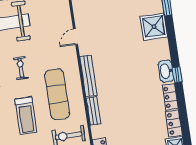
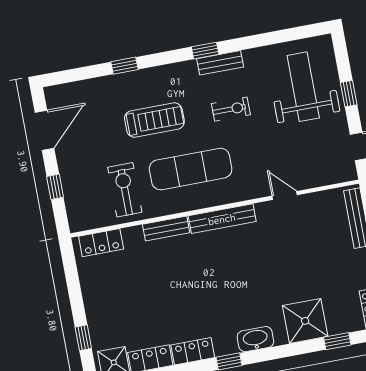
washbasin: (166, 71) -> (255, 339), moved
treadmill: (26, 116) -> (154, 120), turned 180

